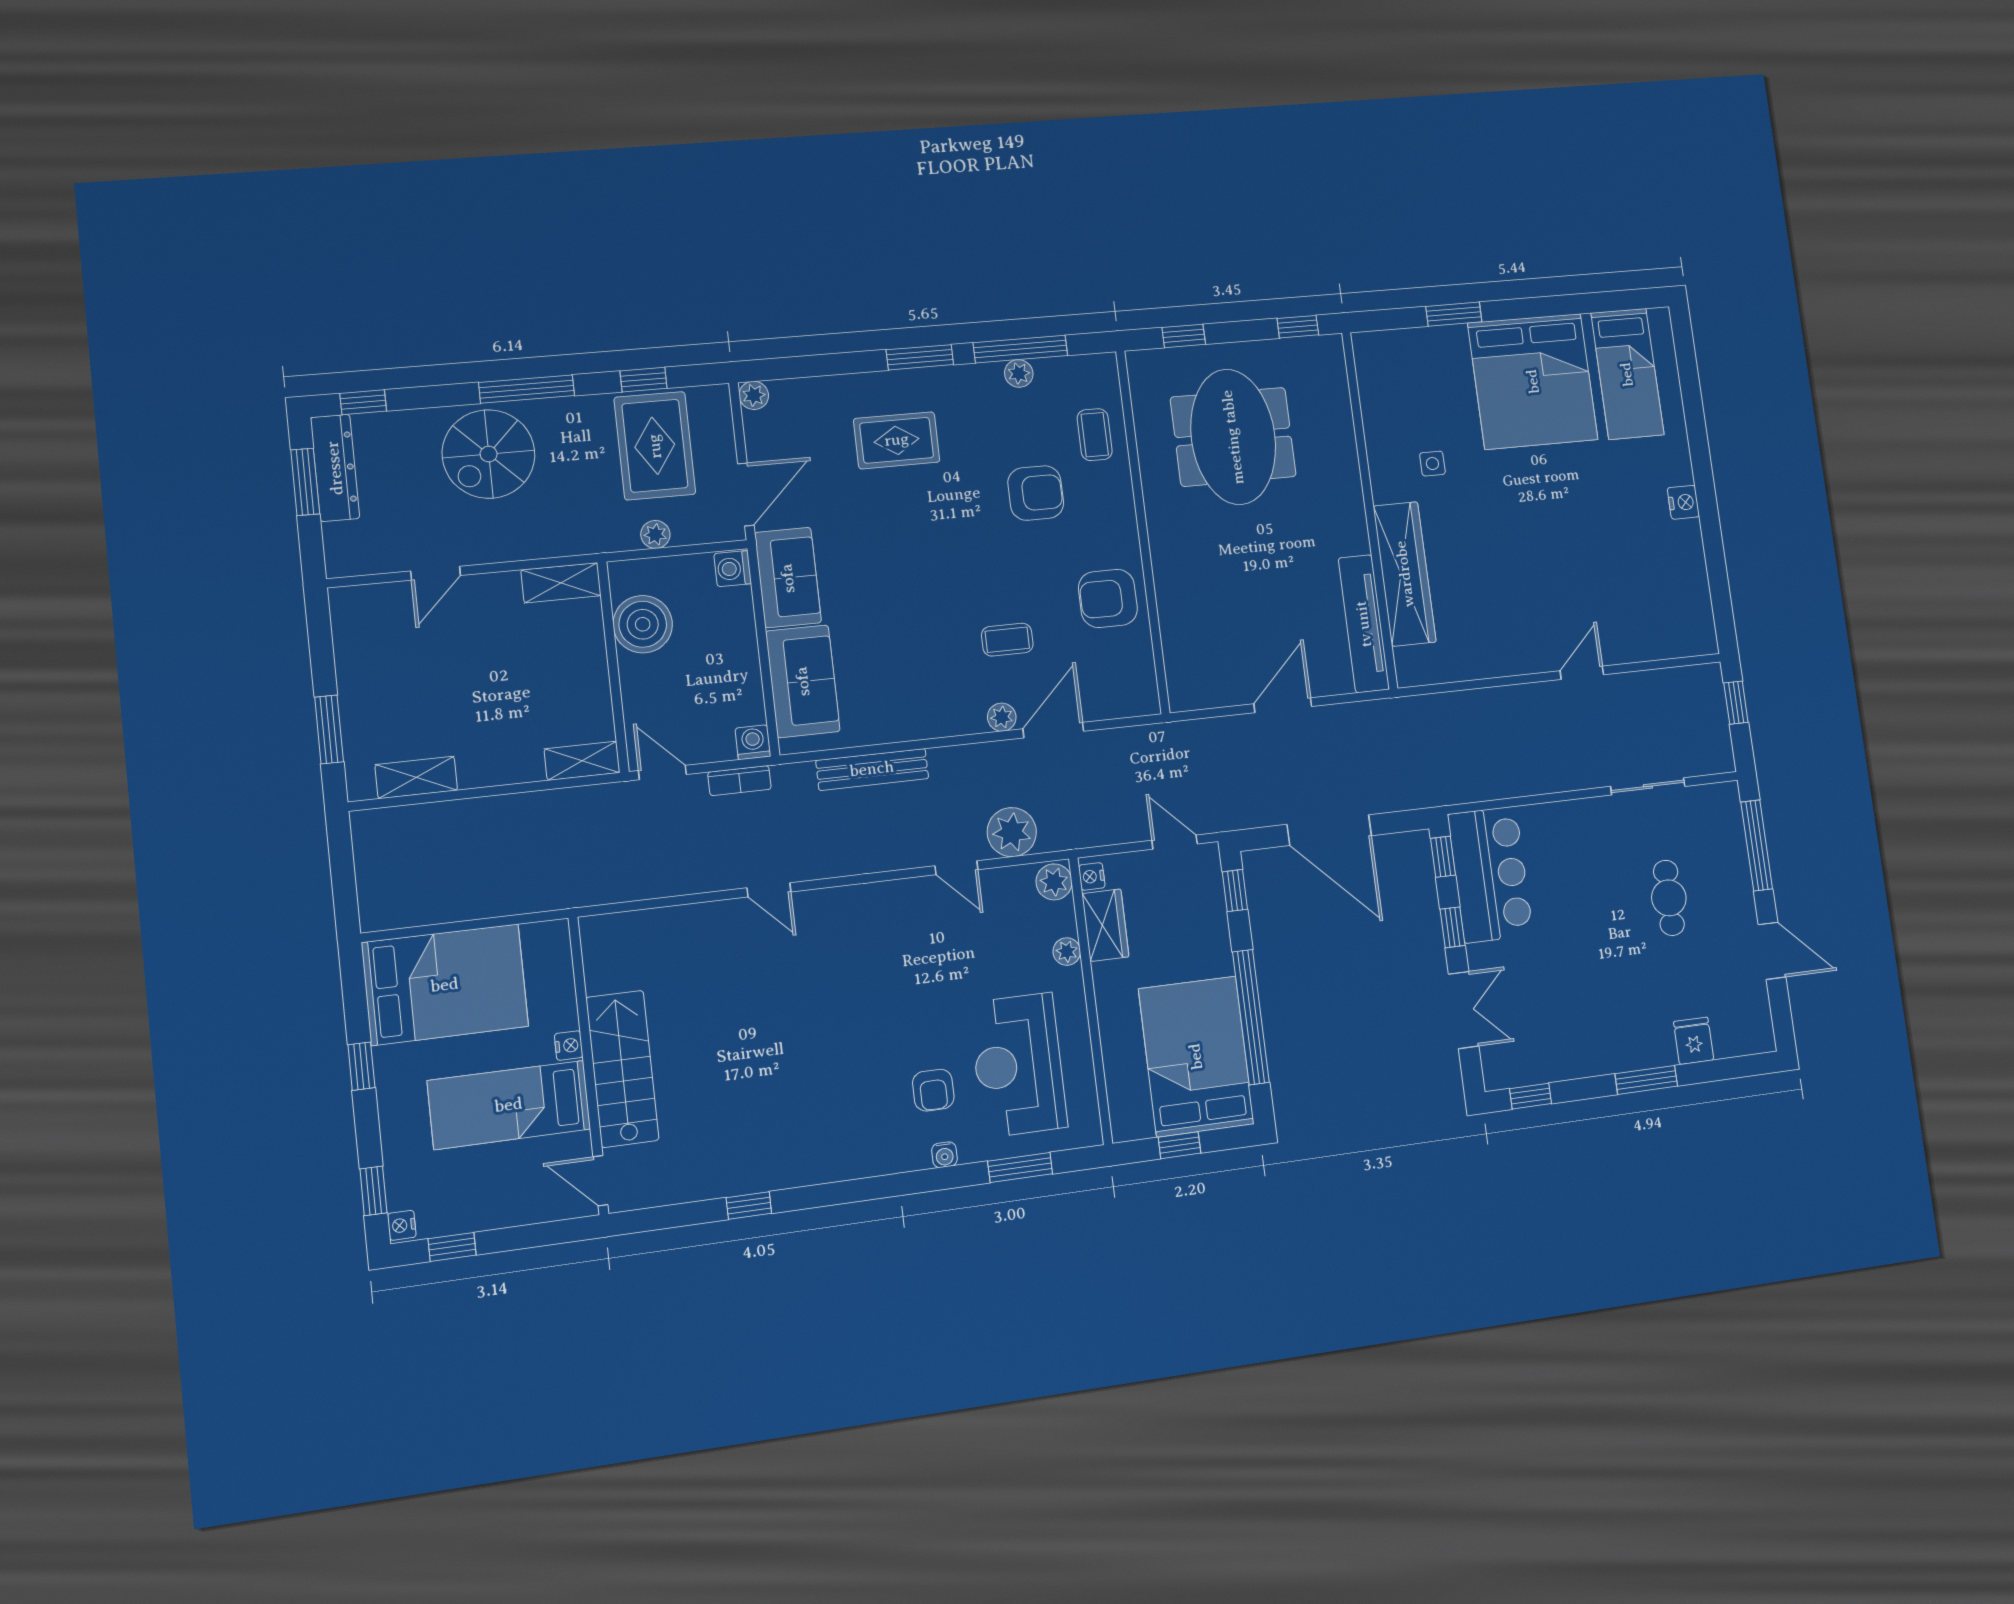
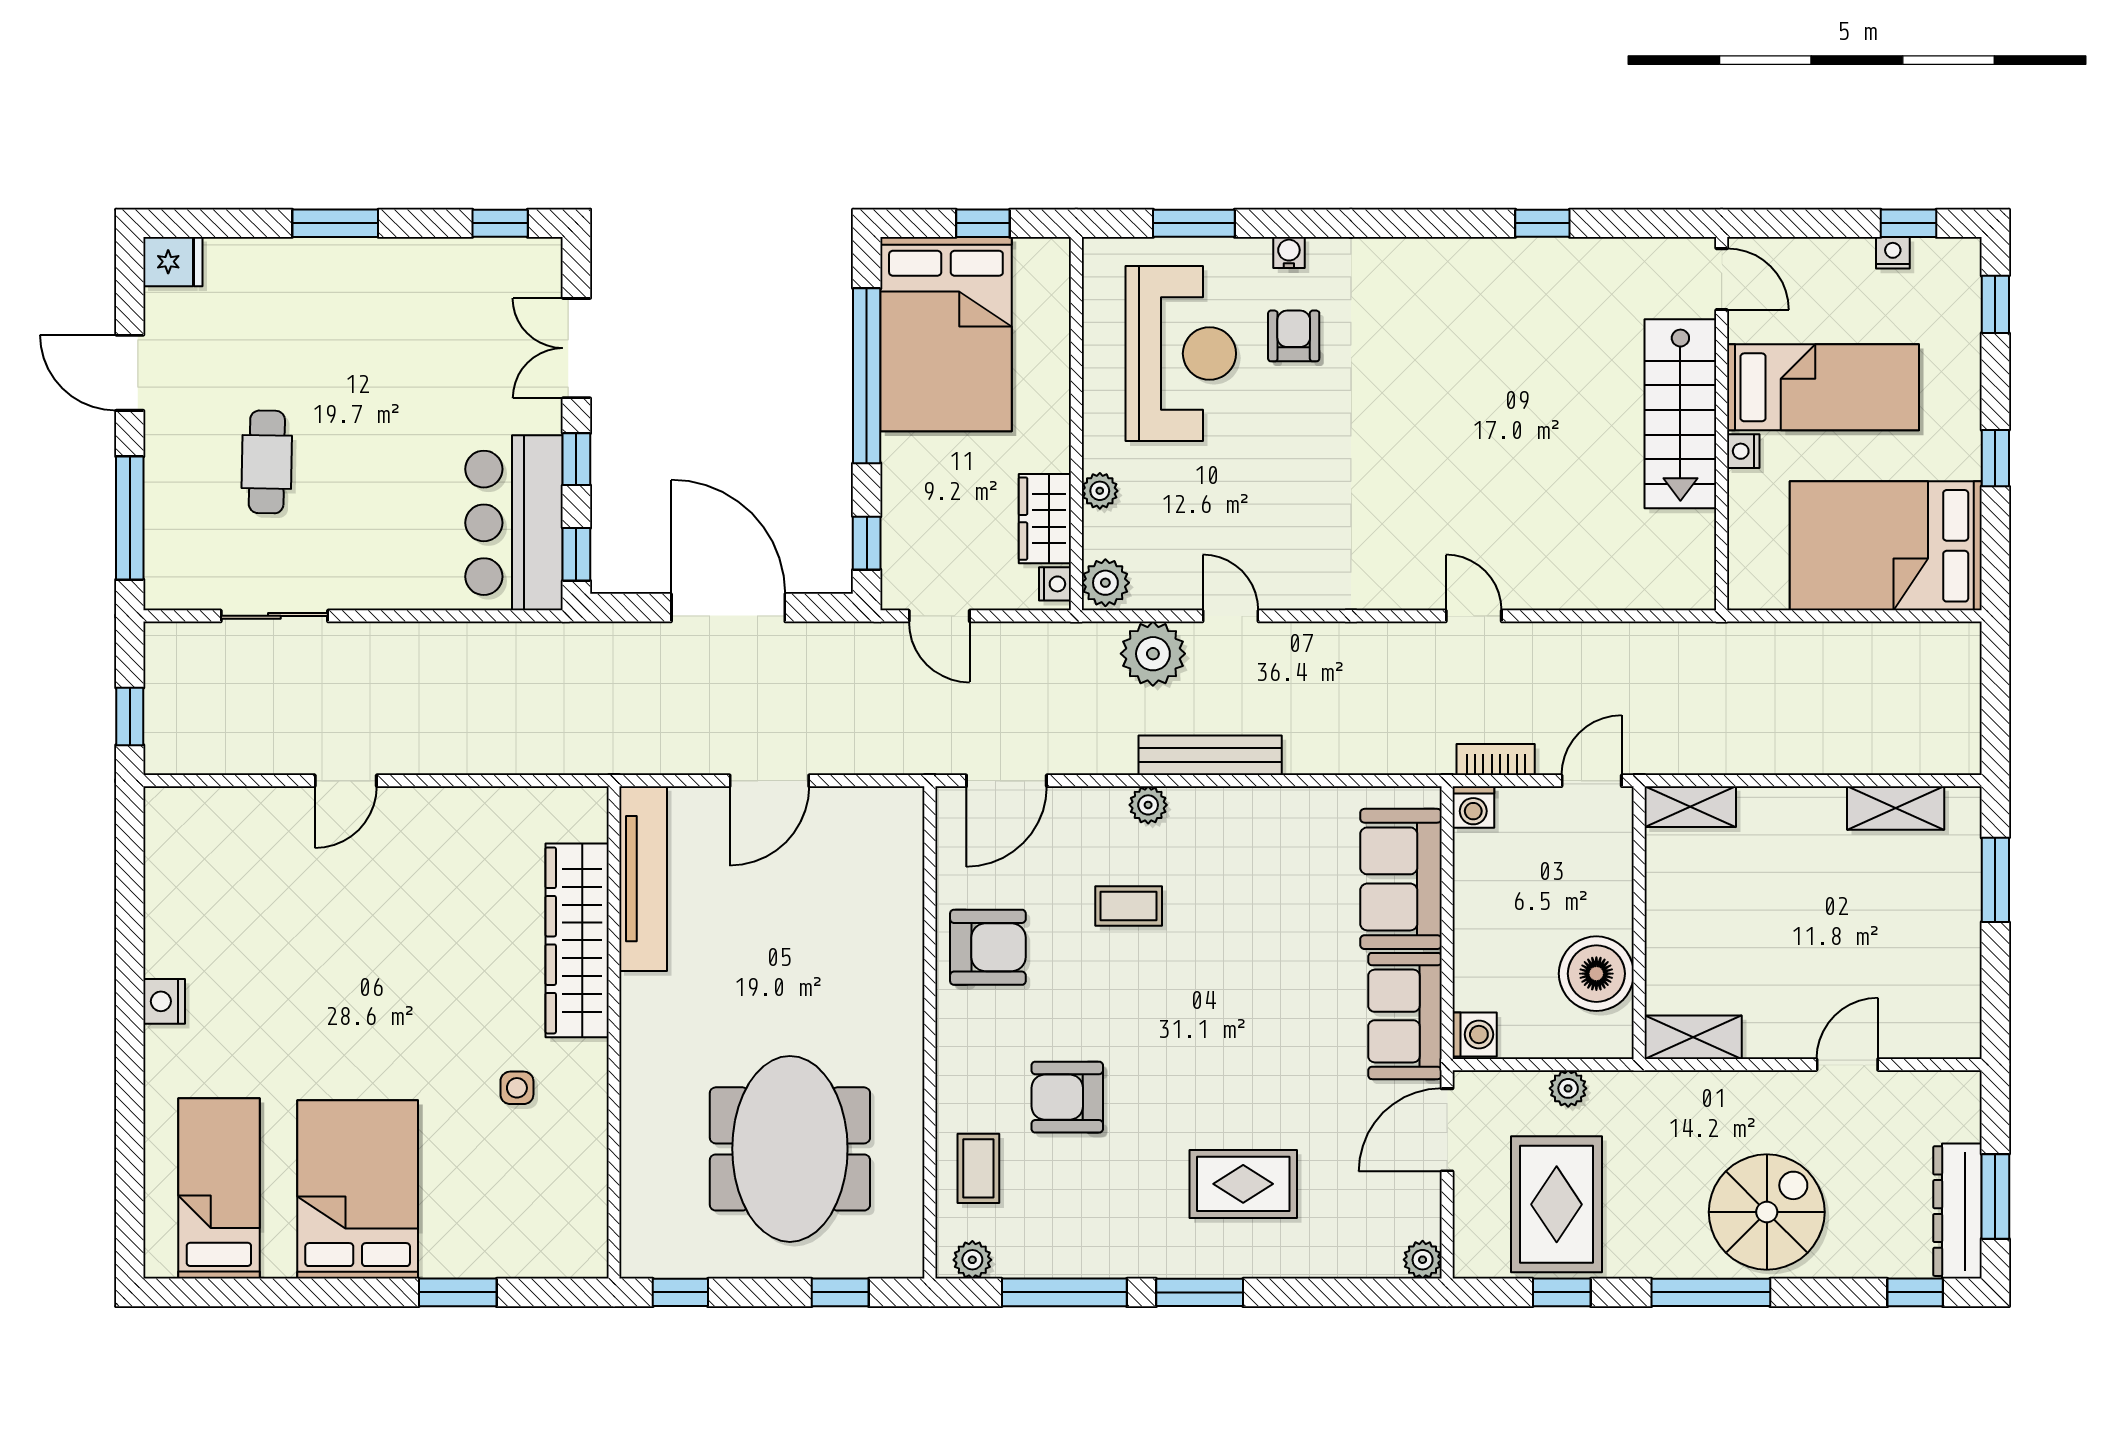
plant: (1019, 373) -> (972, 1260), moved
bed: (1533, 381) -> (358, 1189), width x0.73
door: (1053, 730) -> (1006, 781), moved
bench: (872, 769) -> (1210, 755), moved
door: (662, 773) -> (1592, 781), swing flipped
fridge: (1694, 1041) -> (173, 262), moved, turned -90
nightstand: (402, 1225) -> (1893, 253), moved, turned -90

